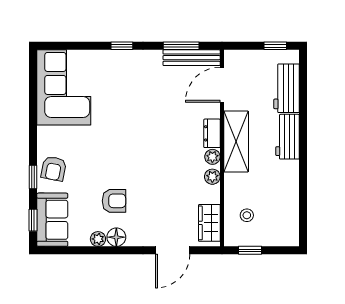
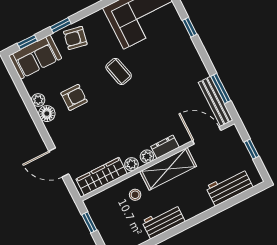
window: (122, 46) -> (190, 27), moved
window: (275, 46) -> (251, 149), moved
workbench: (288, 137) -> (163, 221), moved
coffee table: (111, 142) -> (119, 71), added
armchair: (114, 201) -> (74, 97), turned -90
stool: (247, 215) -> (135, 195), moved
wardrobe: (209, 223) -> (102, 176), width x1.50

